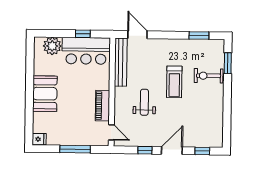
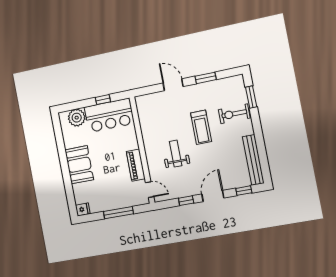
door: (137, 35) -> (173, 85), moved
window: (199, 35) -> (206, 78), moved
bench: (121, 62) -> (253, 160), moved

